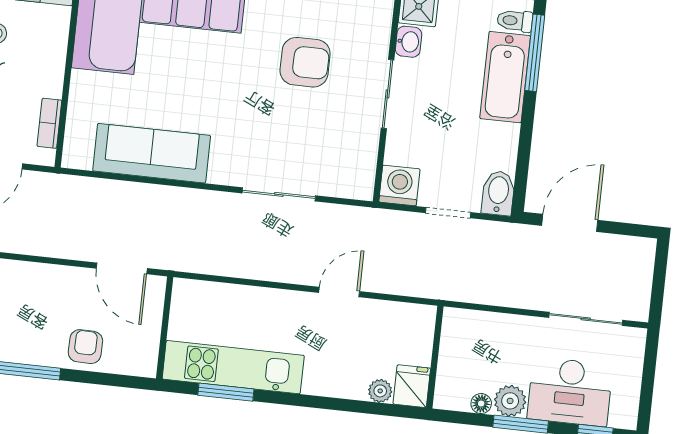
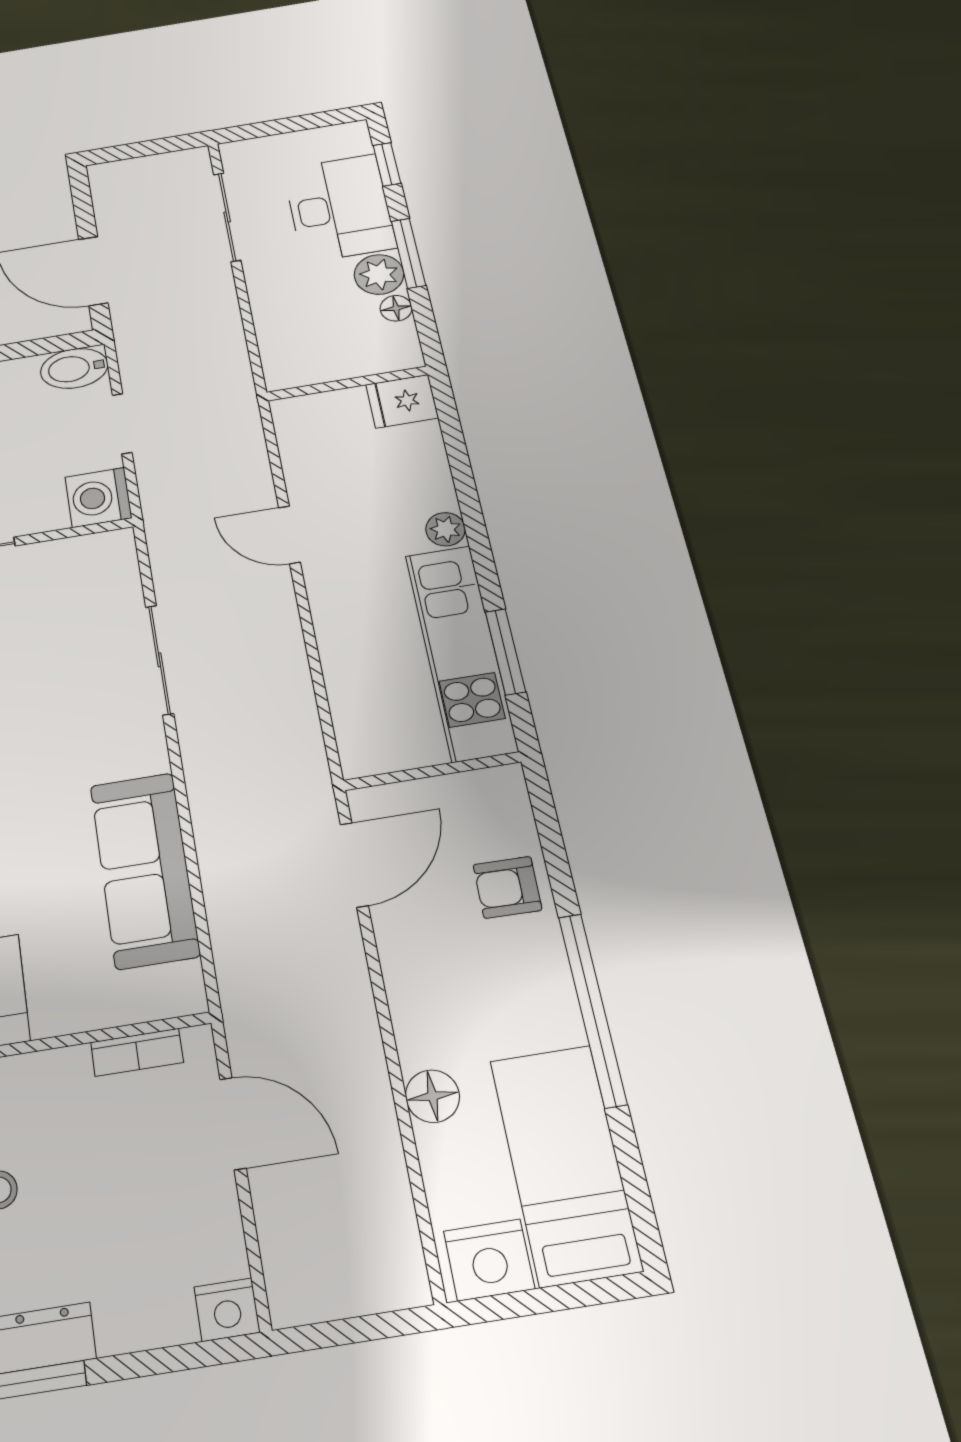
plant: (380, 391) -> (446, 529), moved

